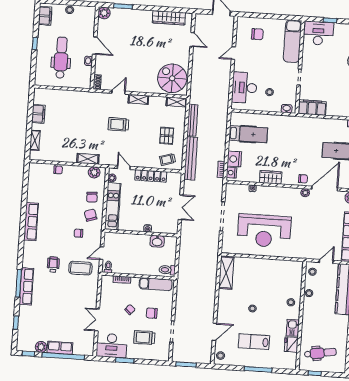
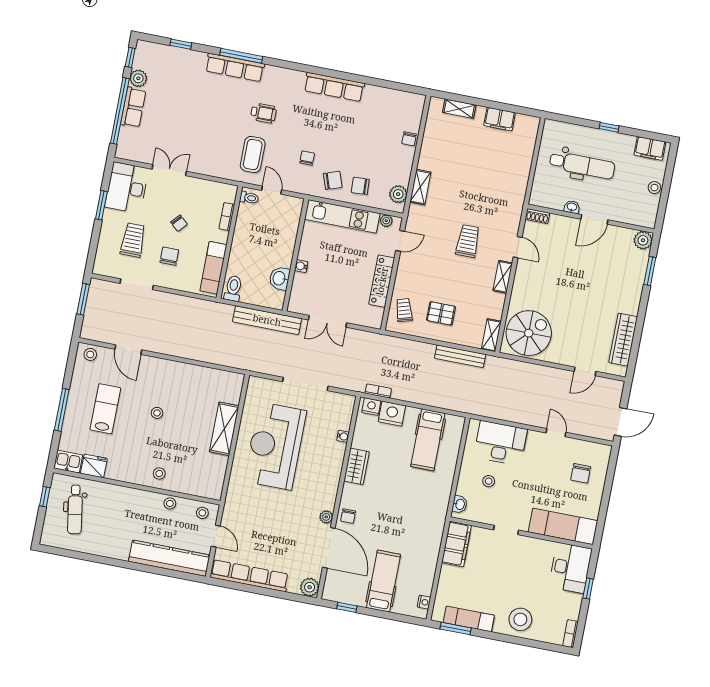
bench: (191, 158) -> (267, 320), moved
shelving: (226, 273) -> (224, 429), moved, turned 90
kitchen sink: (293, 328) -> (68, 462), moved

